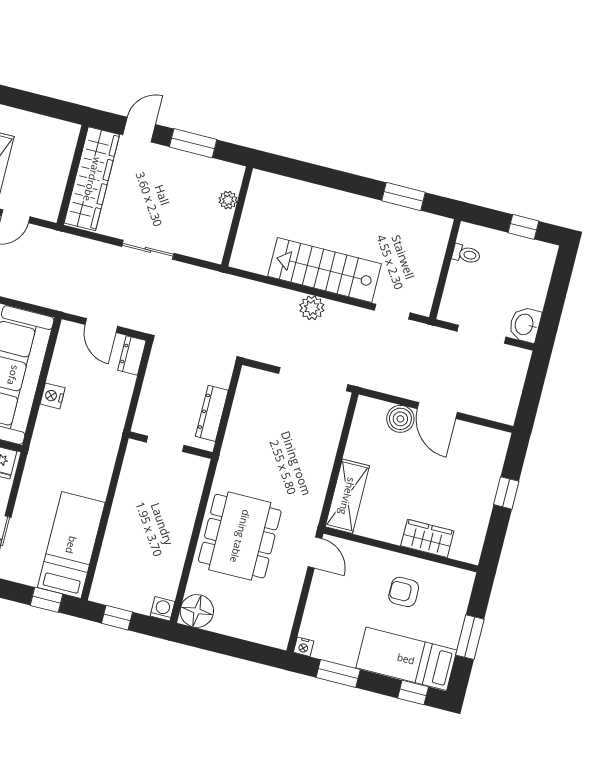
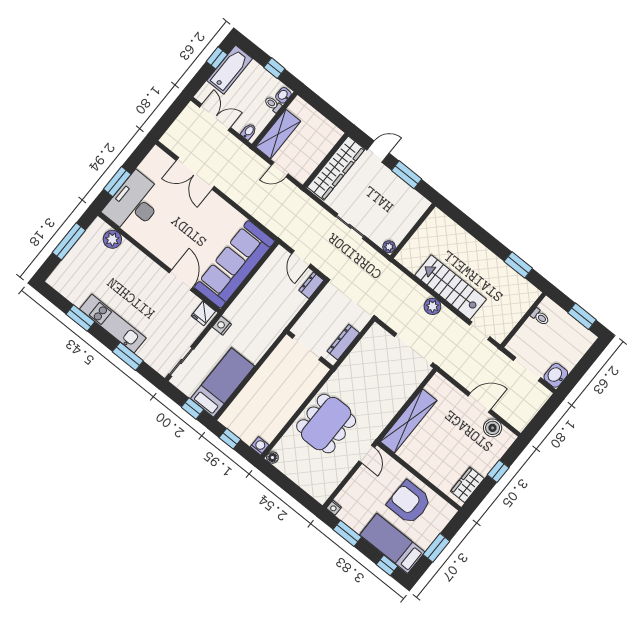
plant: (228, 200) -> (389, 247), moved
window: (523, 227) -> (582, 316), width x1.50
nightstand: (53, 396) -> (222, 326), moved
door: (437, 411) -> (479, 403), swing flipped
boiler: (400, 419) -> (493, 428), moved
doorway: (165, 444) -> (307, 348), width x1.38
shelving: (347, 496) -> (408, 421), width x1.47
wardrobe: (427, 538) -> (467, 485), moved, turned -90
armchair: (404, 592) -> (409, 502), width x1.88, depth x1.88
floor lamp: (197, 611) -> (272, 458), width x0.53, depth x0.53

